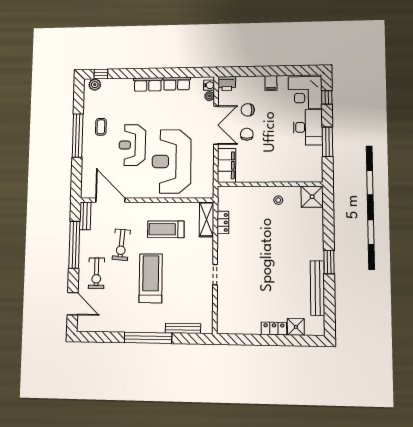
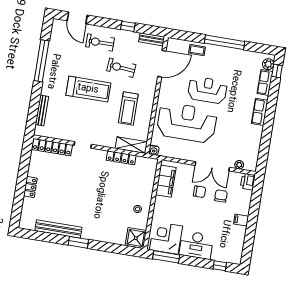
row of seats: (177, 84) -> (265, 83), moved
water cooler: (209, 85) -> (154, 150), moved
corner desk: (305, 93) -> (166, 238), moved
coffee table: (101, 127) -> (197, 50), moved
window: (327, 142) -> (166, 257), moved
filing cabinet: (226, 165) -> (166, 181), moved, turned -90
locker: (223, 222) -> (121, 158), width x1.53
treadmill: (166, 229) -> (128, 108), turned 180
window: (74, 245) -> (128, 26), width x0.32
door: (73, 304) -> (77, 18), hinge flipped
locker: (223, 310) -> (52, 147), added
shower: (296, 327) -> (29, 205), removed
window: (148, 338) -> (42, 61), moved

